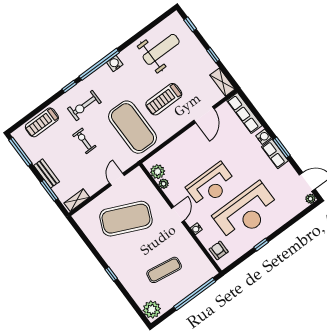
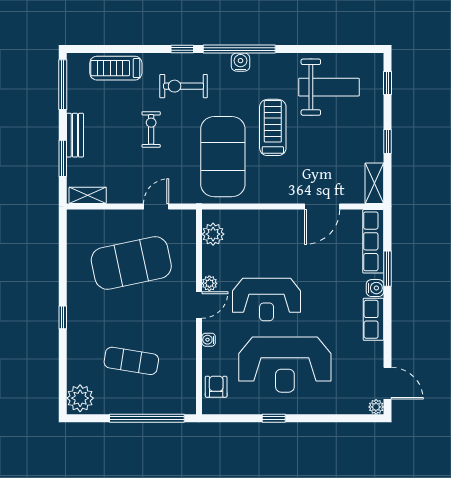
water cooler: (115, 63) -> (241, 62), moved
treadmill: (164, 99) -> (273, 127), moved, turned 90
window: (282, 147) -> (387, 269), moved
plant: (164, 184) -> (209, 283), moved
exercise mat: (126, 219) -> (131, 263), turned -36

